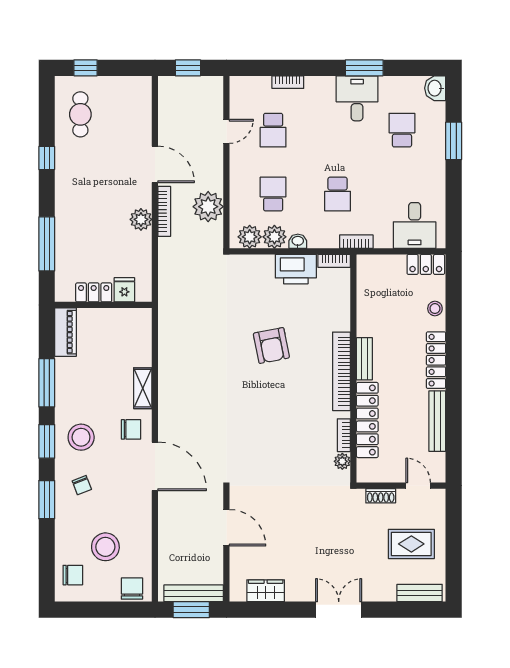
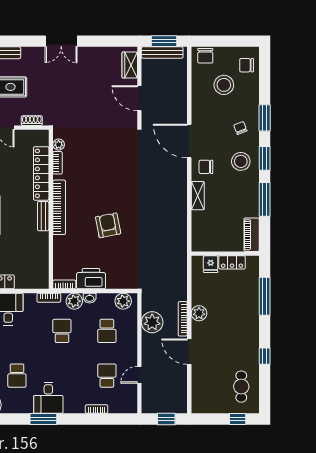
plant: (274, 237) -> (74, 301), moved
wardrobe: (266, 591) -> (130, 65), moved, turned 90

